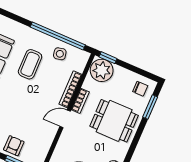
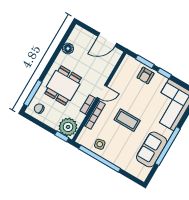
coffee table: (30, 64) -> (127, 120), moved, turned 90
window: (150, 107) -> (33, 93), width x1.44
dining table: (114, 121) -> (63, 86), turned 90

